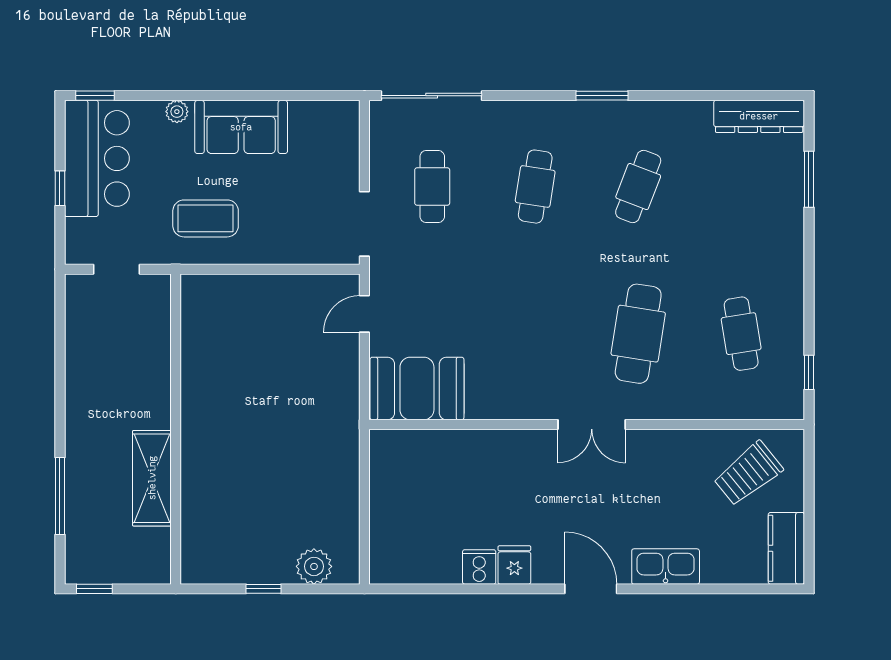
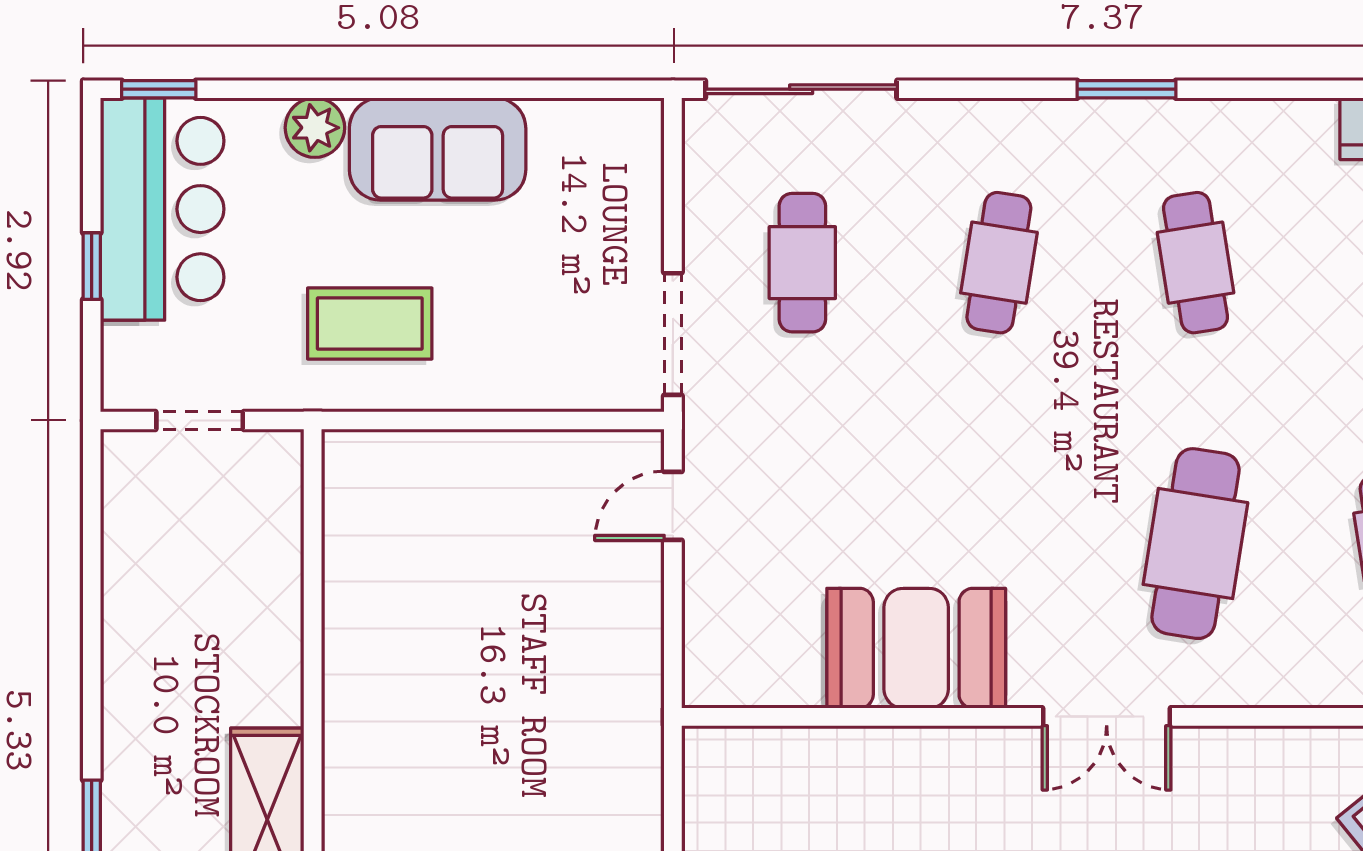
plant: (177, 112) -> (315, 128), width x1.38, depth x1.38
cafe table: (638, 187) -> (1195, 263), turned -30
booth: (417, 389) -> (916, 648), moved

